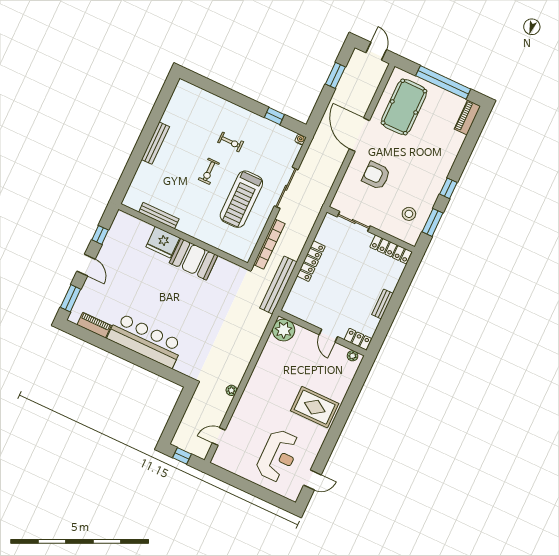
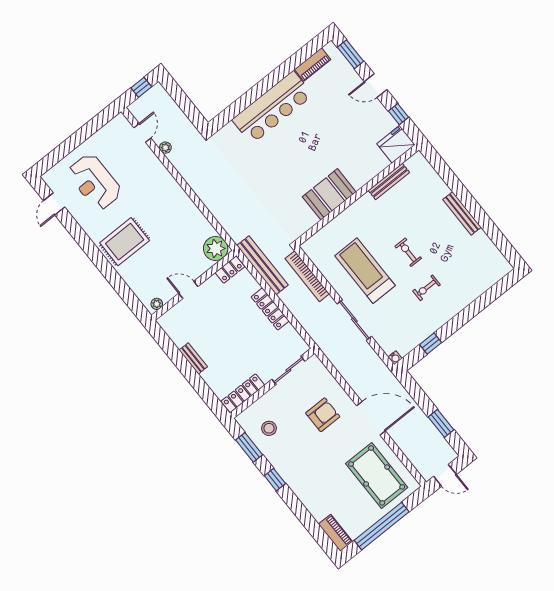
fridge: (163, 242) -> (396, 144), moved
locker: (358, 339) -> (230, 270), moved
plant: (231, 390) -> (165, 148), moved

